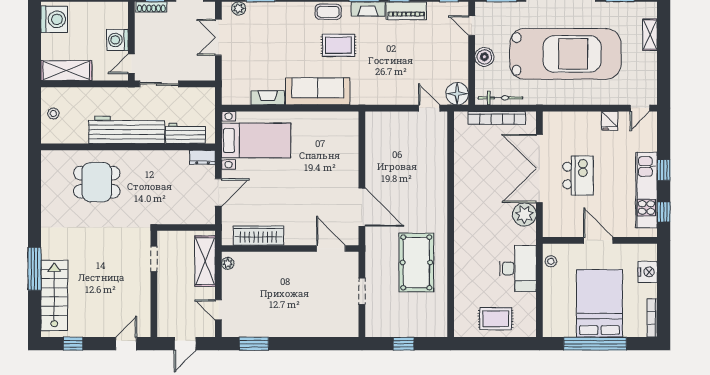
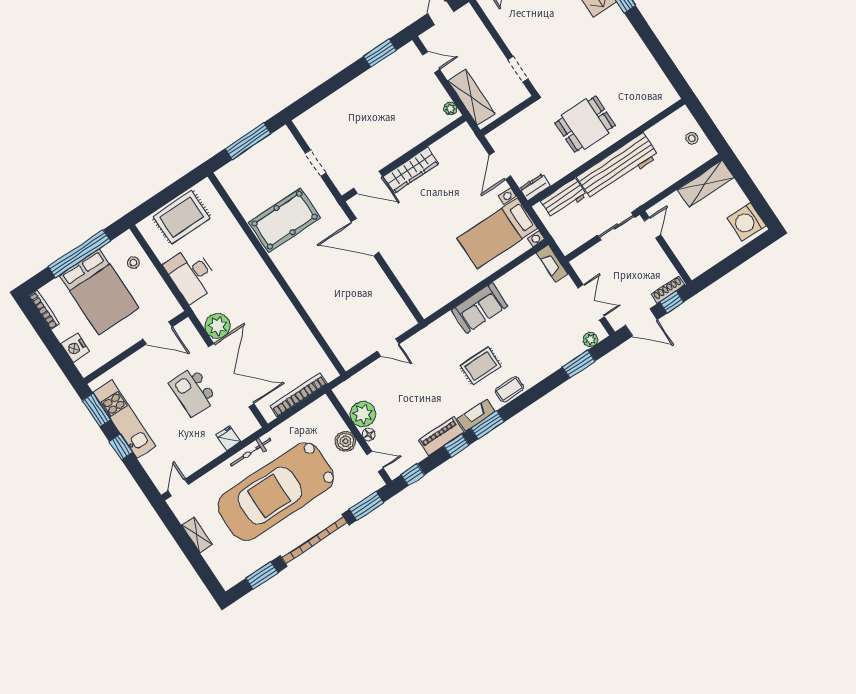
shelving: (650, 35) -> (197, 535), moved
washing machine: (117, 40) -> (679, 241), removed
plant: (456, 69) -> (363, 414), added
sofa: (318, 91) -> (479, 308), width x0.73
floor lamp: (457, 94) -> (369, 435), moved, width x0.53, depth x0.53
fireplace: (268, 98) -> (552, 263), moved, turned 90
bicycle: (500, 98) -> (251, 452), moved
door: (429, 108) -> (388, 348), moved
fridge: (610, 121) -> (228, 438), moved
dining table: (97, 182) -> (585, 124), moved
window: (664, 212) -> (96, 410), width x1.50
wardrobe: (258, 236) -> (411, 170), moved
door: (598, 240) -> (158, 333), moved
stool: (551, 261) -> (133, 263), moved
pool table: (416, 262) -> (285, 220), turned 90
rug: (496, 319) -> (182, 217), width x1.36, depth x1.43
window: (404, 344) -> (248, 141), width x2.17

